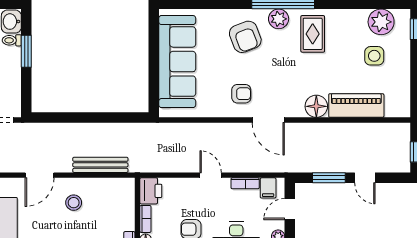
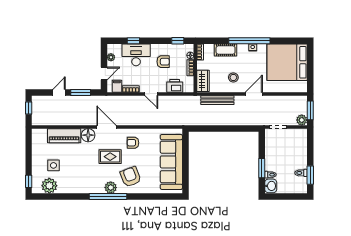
rug: (313, 34) -> (110, 157), moved, turned 90
door: (268, 120) -> (106, 127), moved
door: (365, 178) -> (59, 92), hinge flipped
printer: (151, 191) -> (175, 86), moved, turned 90
wardrobe: (124, 197) -> (203, 81), added

